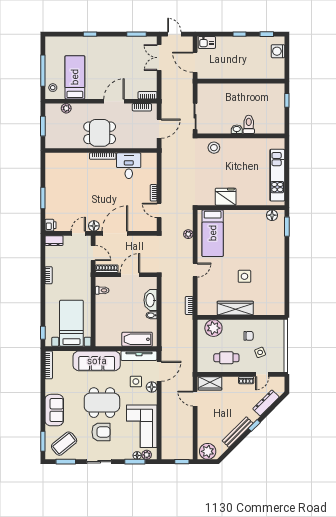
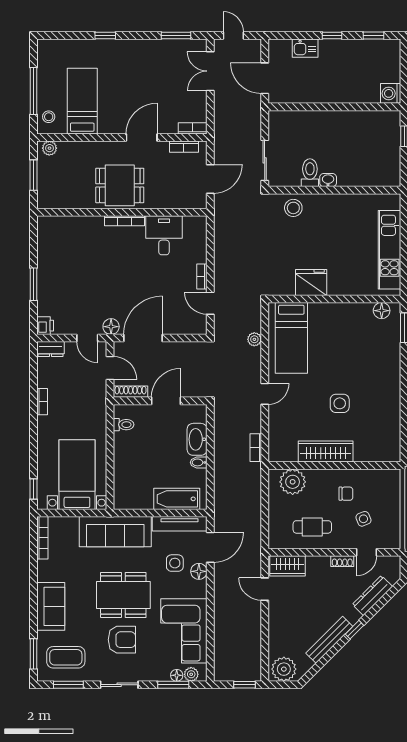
kitchen sink: (207, 42) -> (305, 48), moved
washing machine: (278, 51) -> (391, 93), moved
plant: (66, 108) -> (49, 148), moved
toilet: (249, 124) -> (310, 173), moved
door: (78, 233) -> (87, 338), swing flipped
coffee table: (64, 444) -> (66, 657), turned 39

